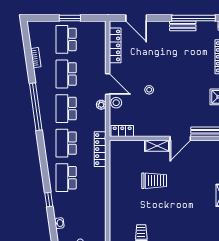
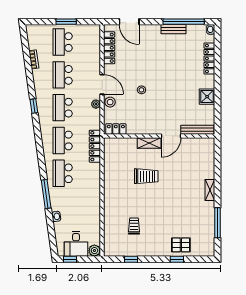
window: (36, 107) -> (34, 106), width x0.32
window: (49, 199) -> (46, 194), width x2.17

